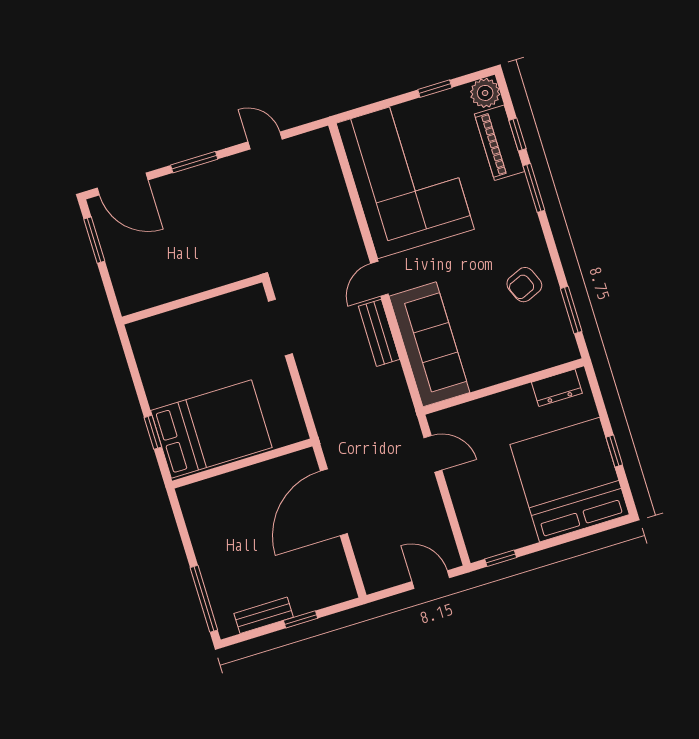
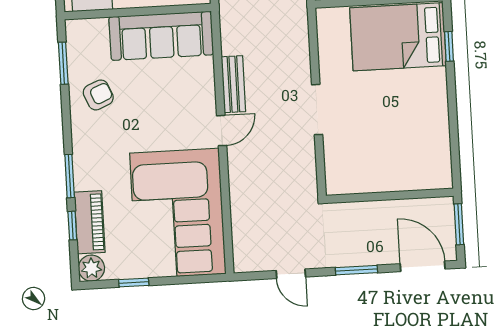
wall: (192, 299) -> (390, 196), moved
sofa: (429, 344) -> (161, 36), moved, turned -90

